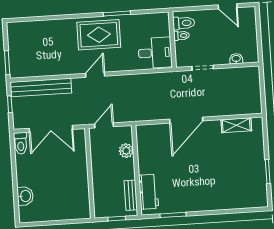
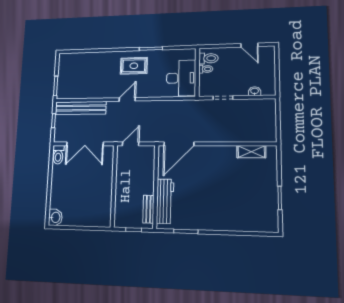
rug: (99, 35) -> (134, 66), width x0.73, depth x0.70
desk: (155, 53) -> (181, 78), width x1.37
door: (186, 120) -> (179, 144), moved
plant: (126, 151) -> (148, 168), removed
workbench: (149, 192) -> (165, 201), width x1.38
washbasin: (25, 196) -> (55, 217), moved

